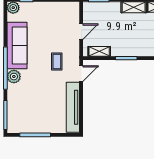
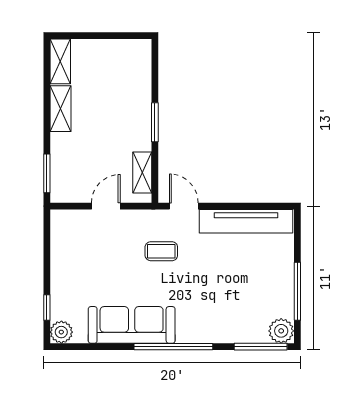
door: (81, 32) -> (106, 206), hinge flipped
plant: (14, 77) -> (281, 331), moved

